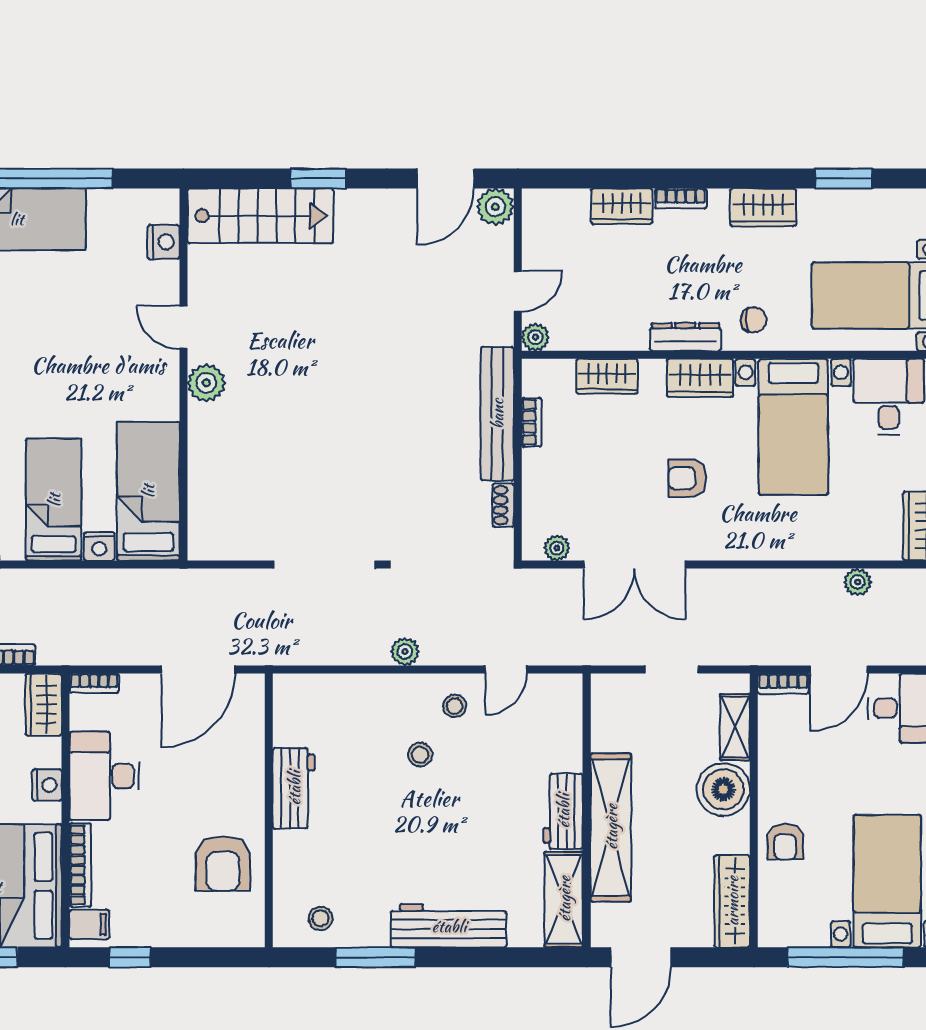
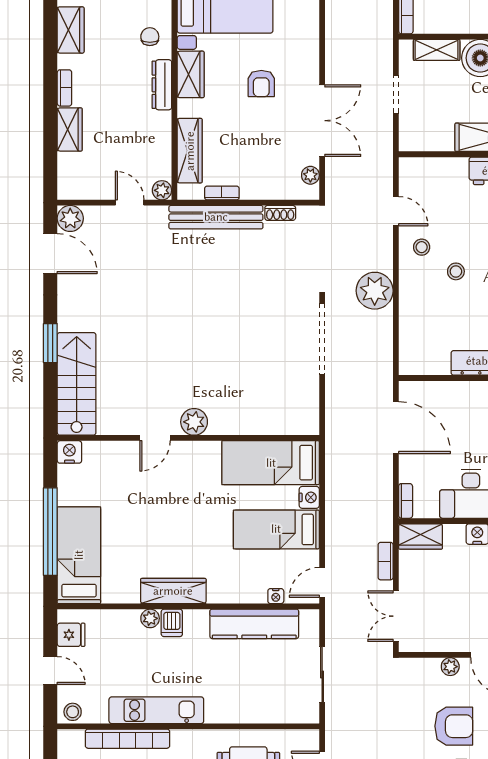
nightstand: (164, 242) -> (69, 452), moved
wardrobe: (607, 376) -> (190, 151), width x1.50
plant: (405, 652) -> (375, 291), width x1.87, depth x1.87

